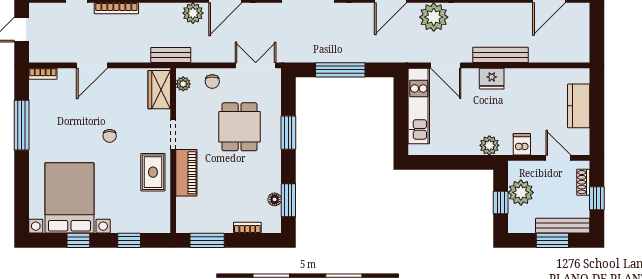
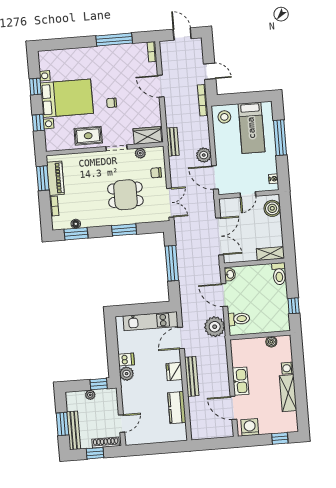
plant: (183, 84) -> (140, 153), moved
kitchen counter: (579, 106) -> (177, 408), moved, turned -90
dishwasher: (522, 144) -> (126, 360), moved
piano: (186, 173) -> (55, 178), moved, turned -90
shoe rack: (583, 182) -> (106, 443), width x1.43
plant: (521, 192) -> (90, 395), width x0.53, depth x0.53
bed with nightstands: (69, 198) -> (67, 98), moved
window: (501, 203) -> (99, 384), moved

